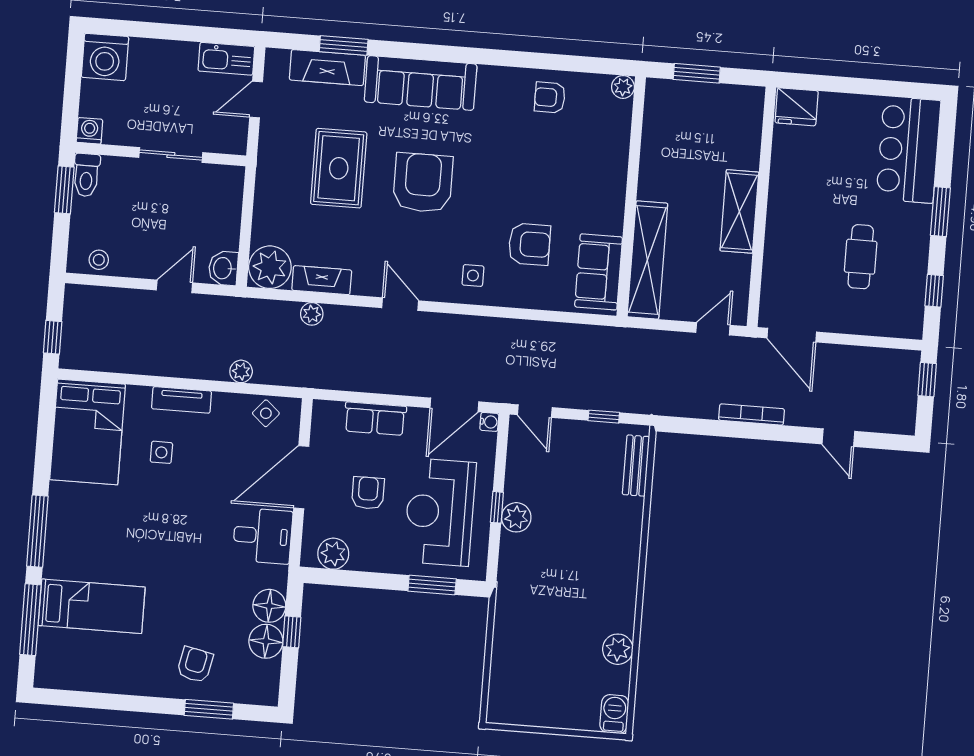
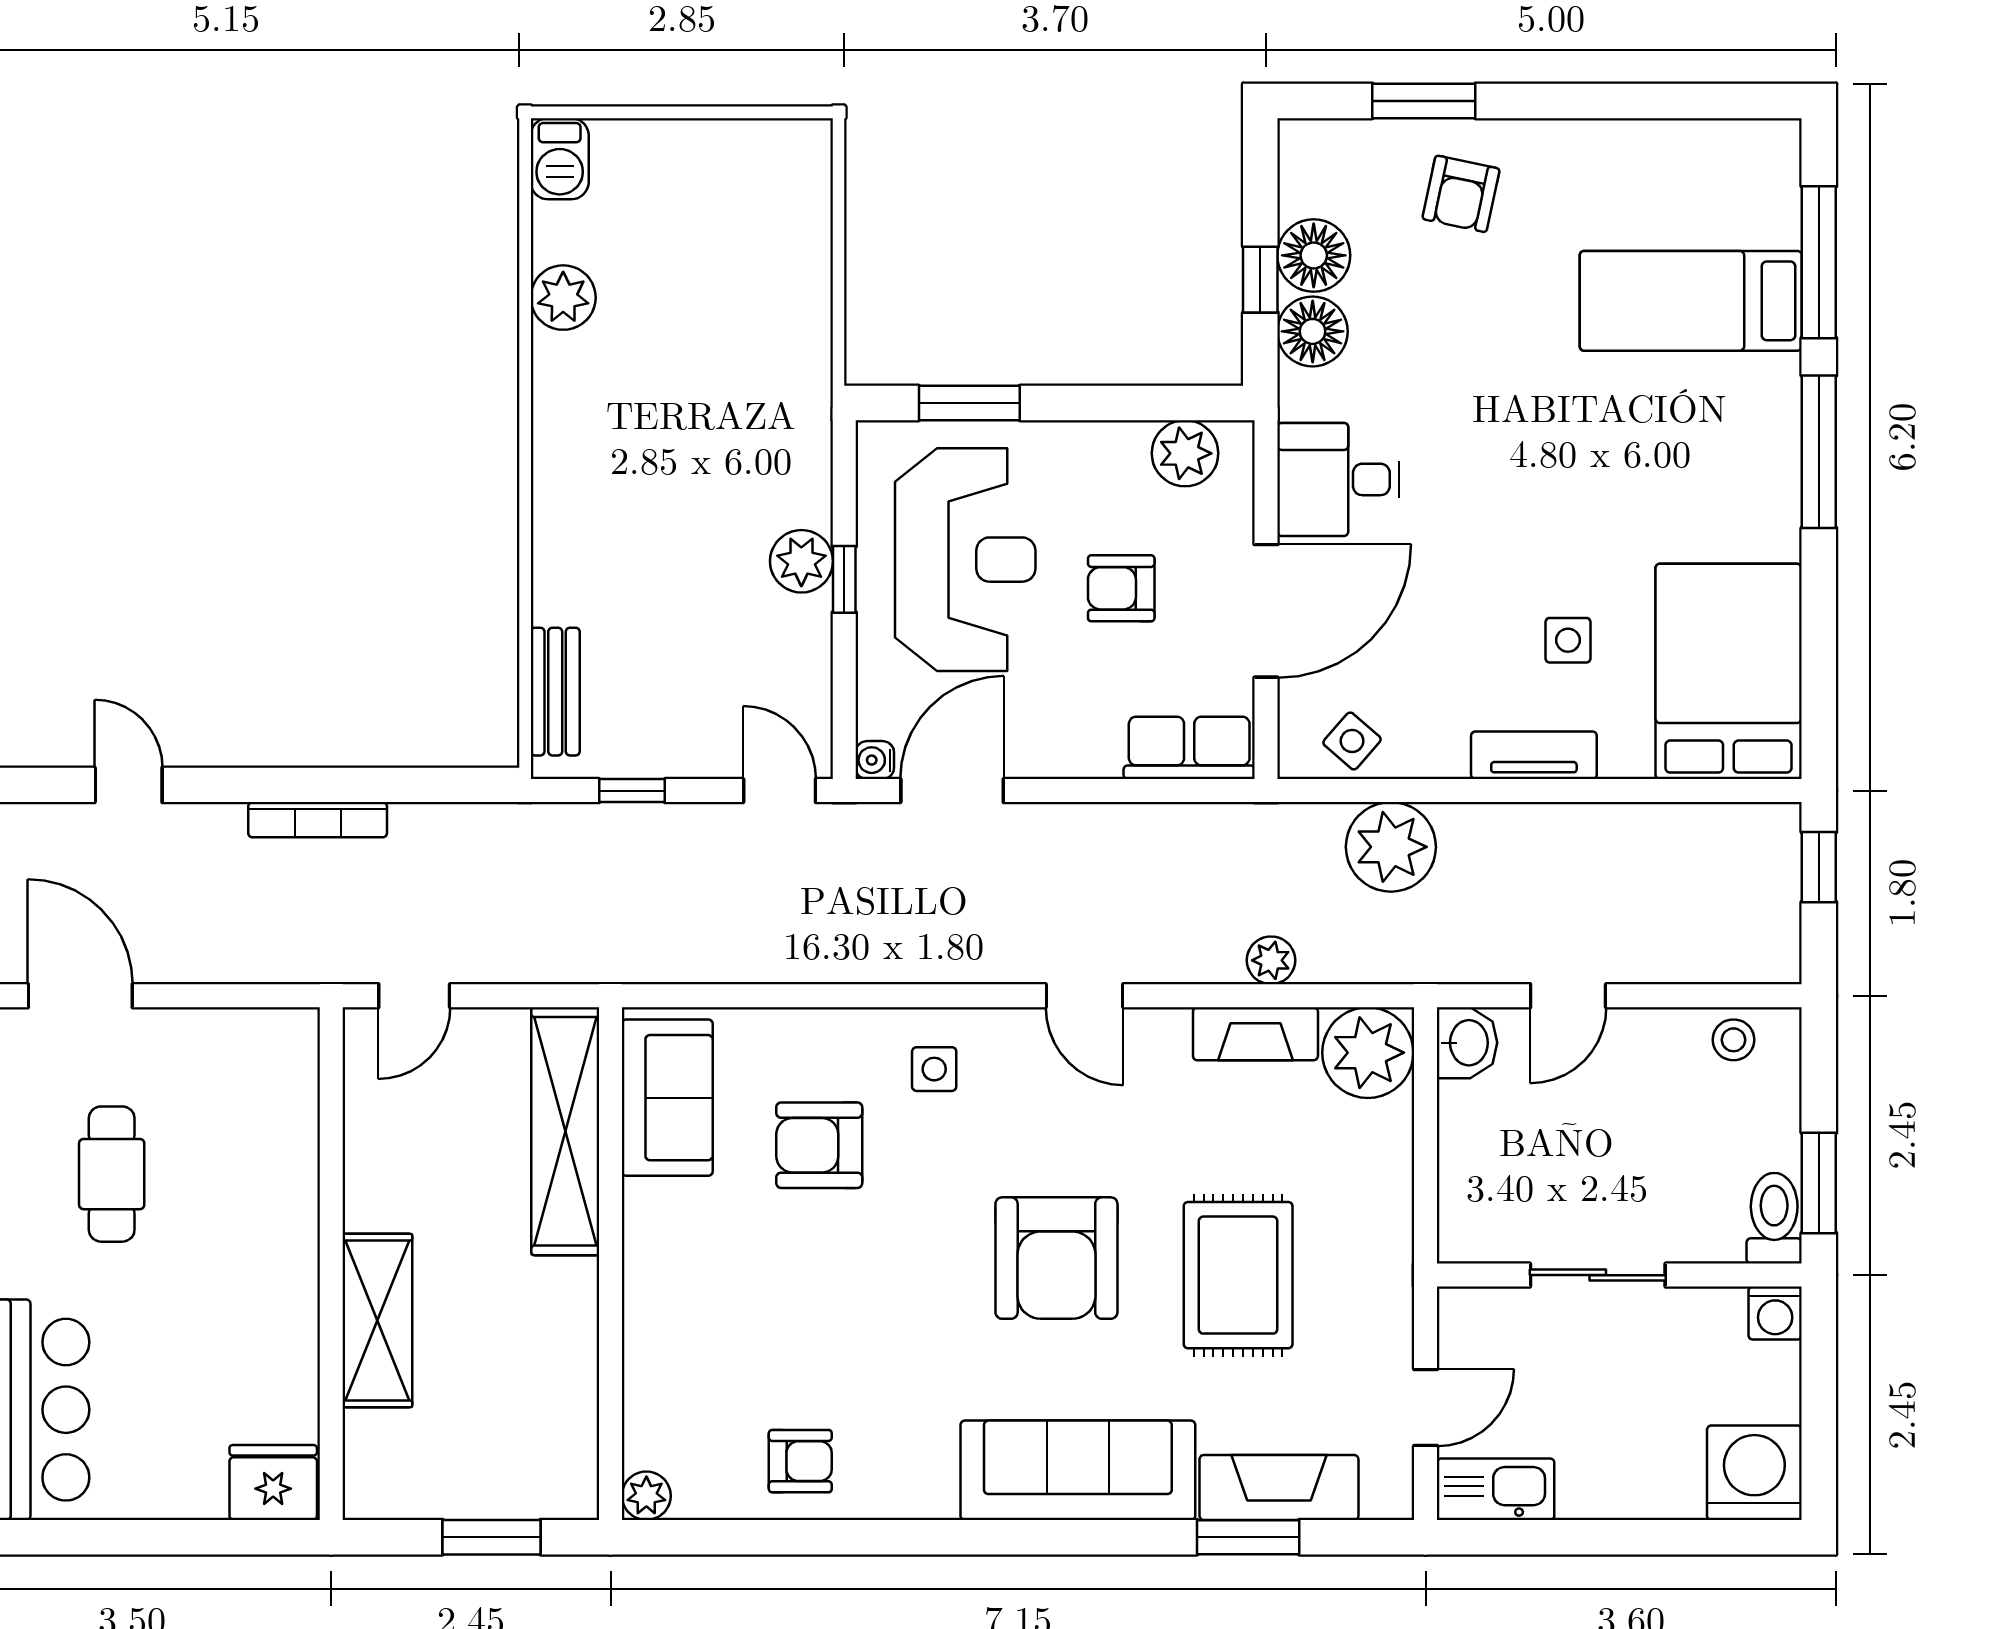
shelving: (739, 211) -> (377, 1321), moved
door: (792, 335) -> (80, 996), moved
plant: (241, 371) -> (1391, 847), width x1.88, depth x1.88
row of seats: (375, 419) -> (1189, 748), moved
armchair: (368, 493) -> (1121, 588), turned 90

